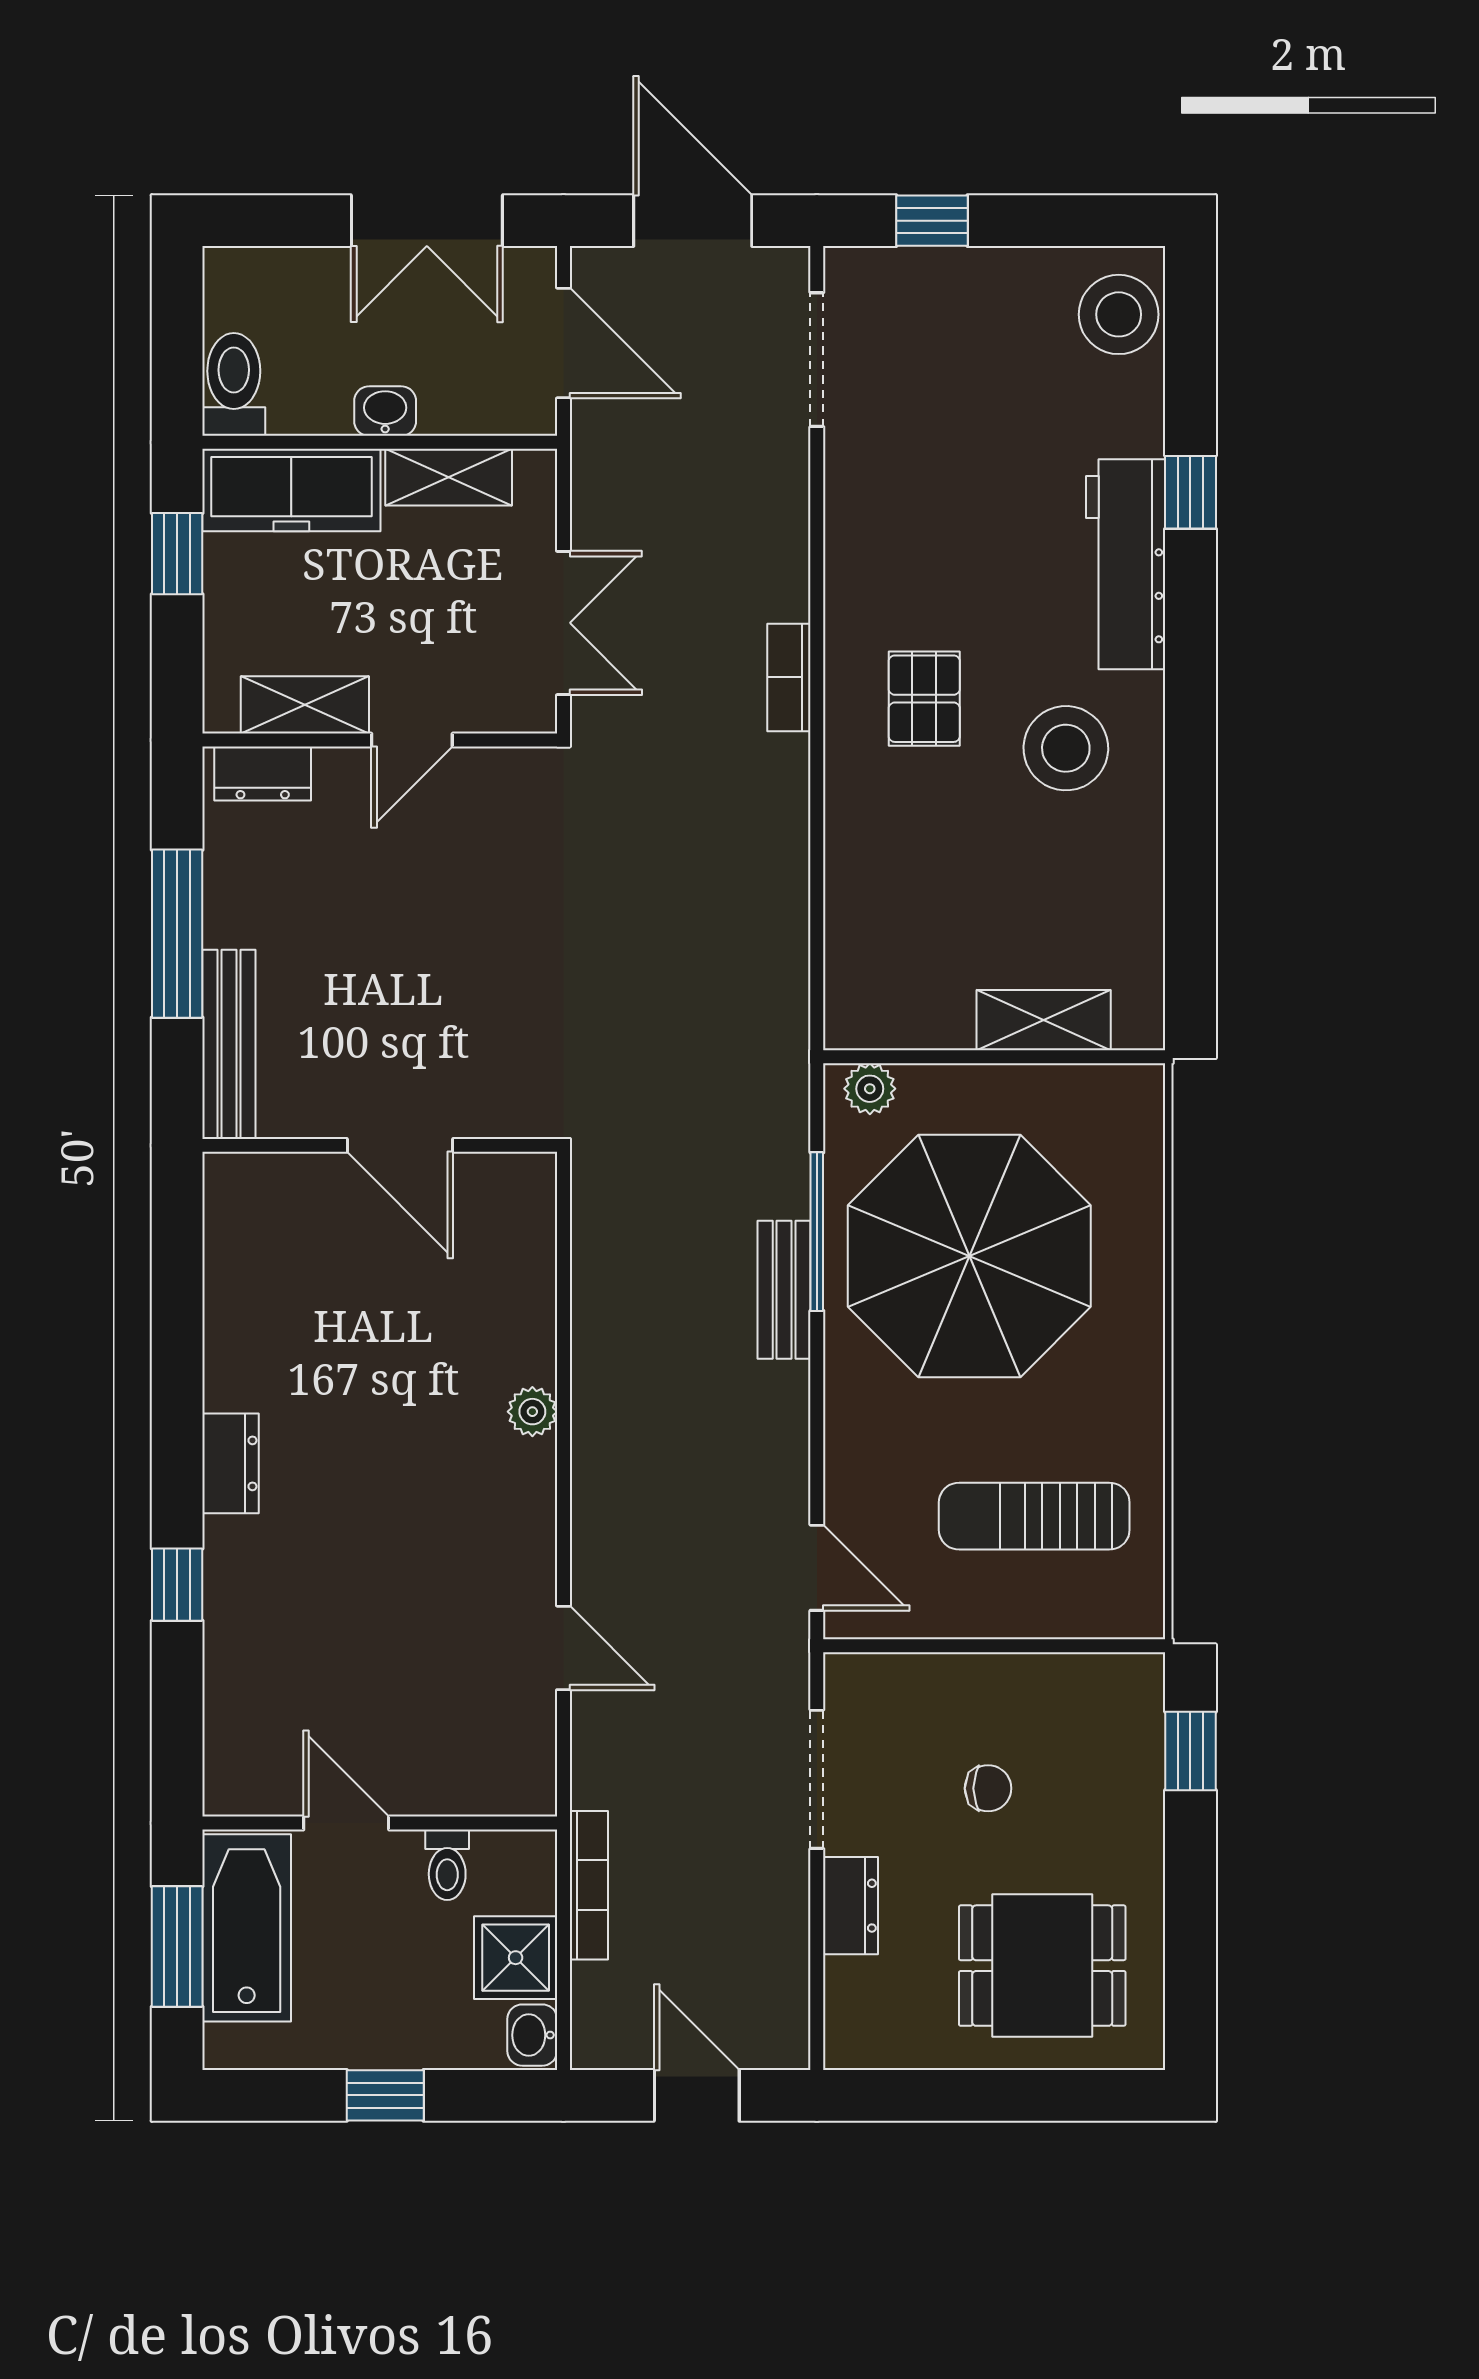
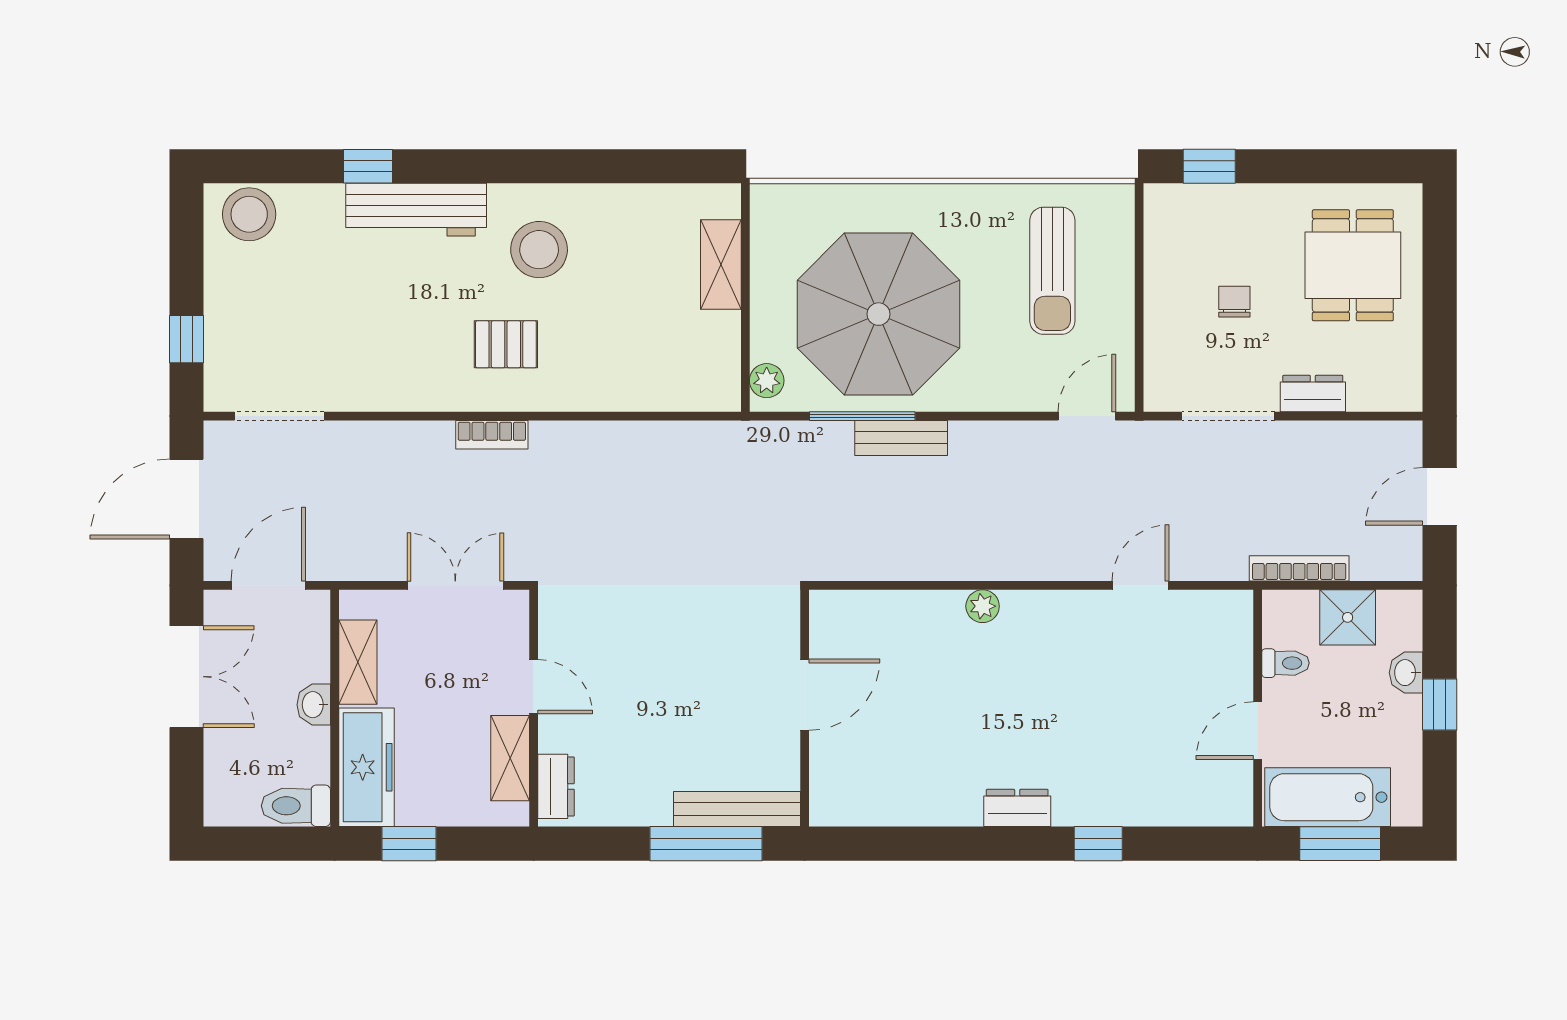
window: (177, 934) -> (706, 844), moved
washbasin: (532, 2035) -> (1406, 673), moved, turned 90

